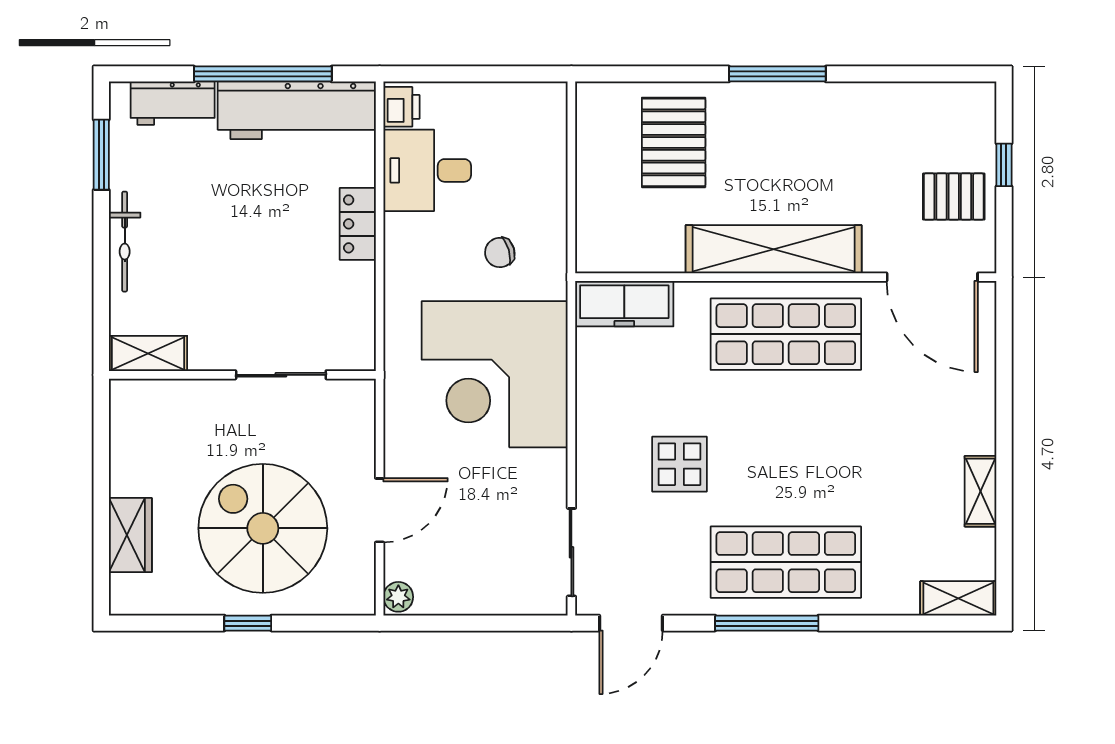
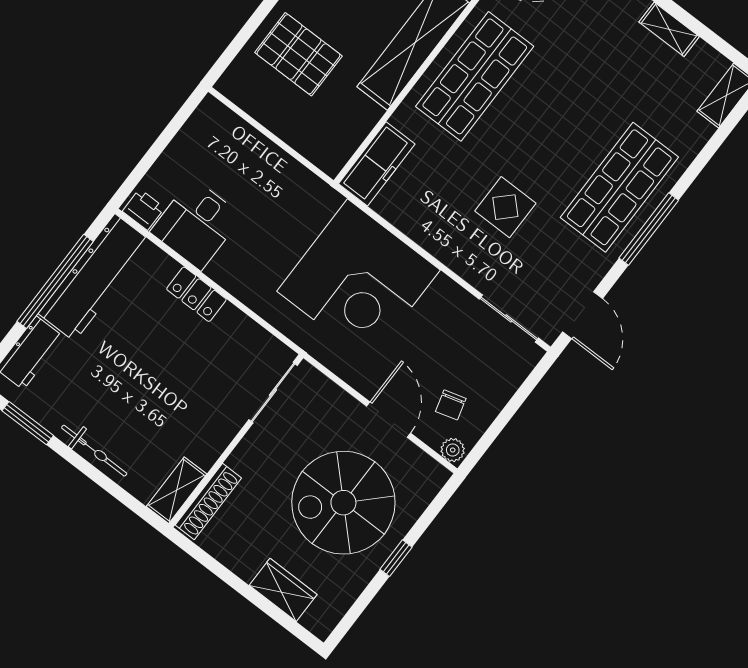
chair: (500, 253) -> (451, 405), moved
sliding door: (281, 375) -> (273, 393), moved
shoe rack: (161, 394) -> (208, 502), added

